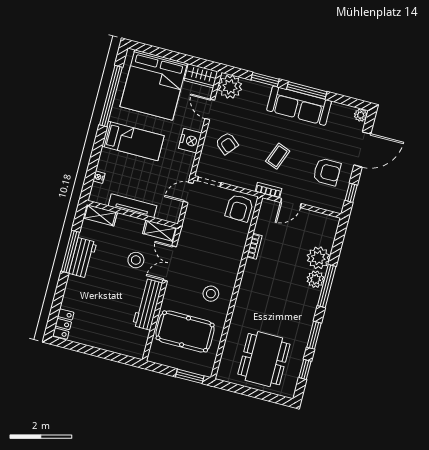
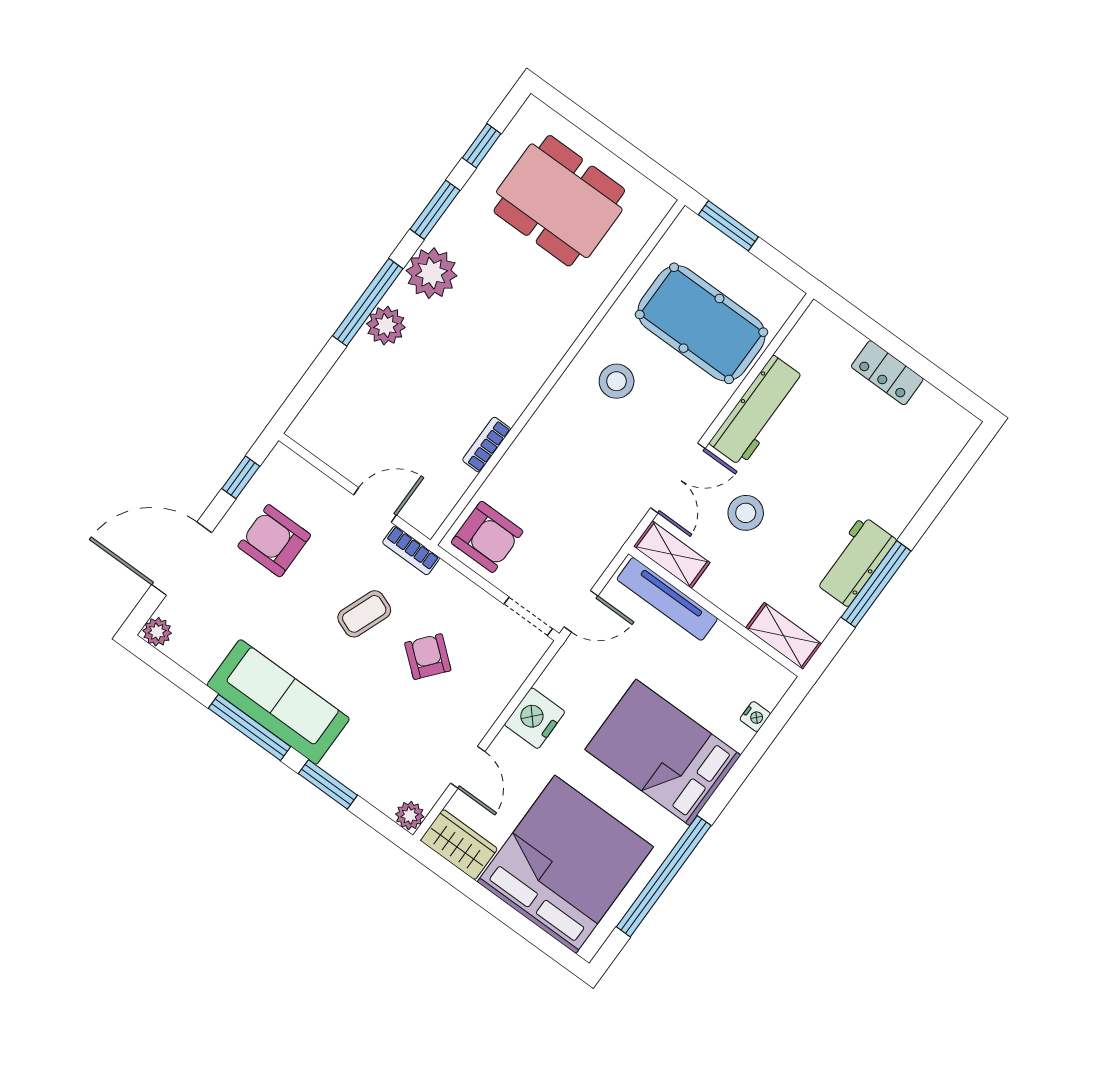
plant: (230, 87) -> (410, 815), width x0.53, depth x0.53
bed: (133, 141) -> (663, 752), width x1.50
armchair: (227, 143) -> (428, 657), moved
tv unit: (132, 206) -> (667, 599), moved
armchair: (239, 208) -> (487, 537), turned 88
plant: (318, 258) -> (432, 273), moved
locker: (63, 324) -> (887, 373), moved, turned -90
dining table: (264, 359) -> (559, 201), turned 90

